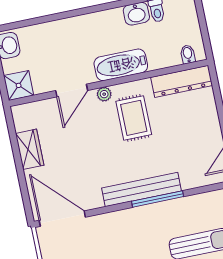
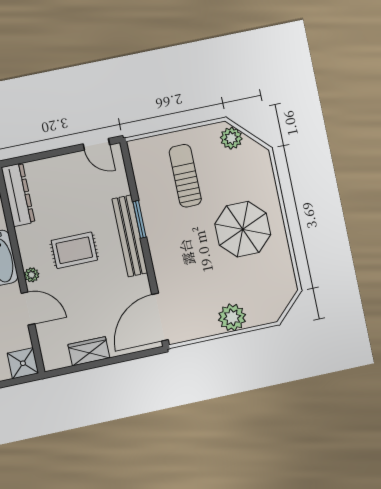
rug: (134, 118) -> (74, 250), moved
window: (158, 199) -> (140, 219), width x0.69

